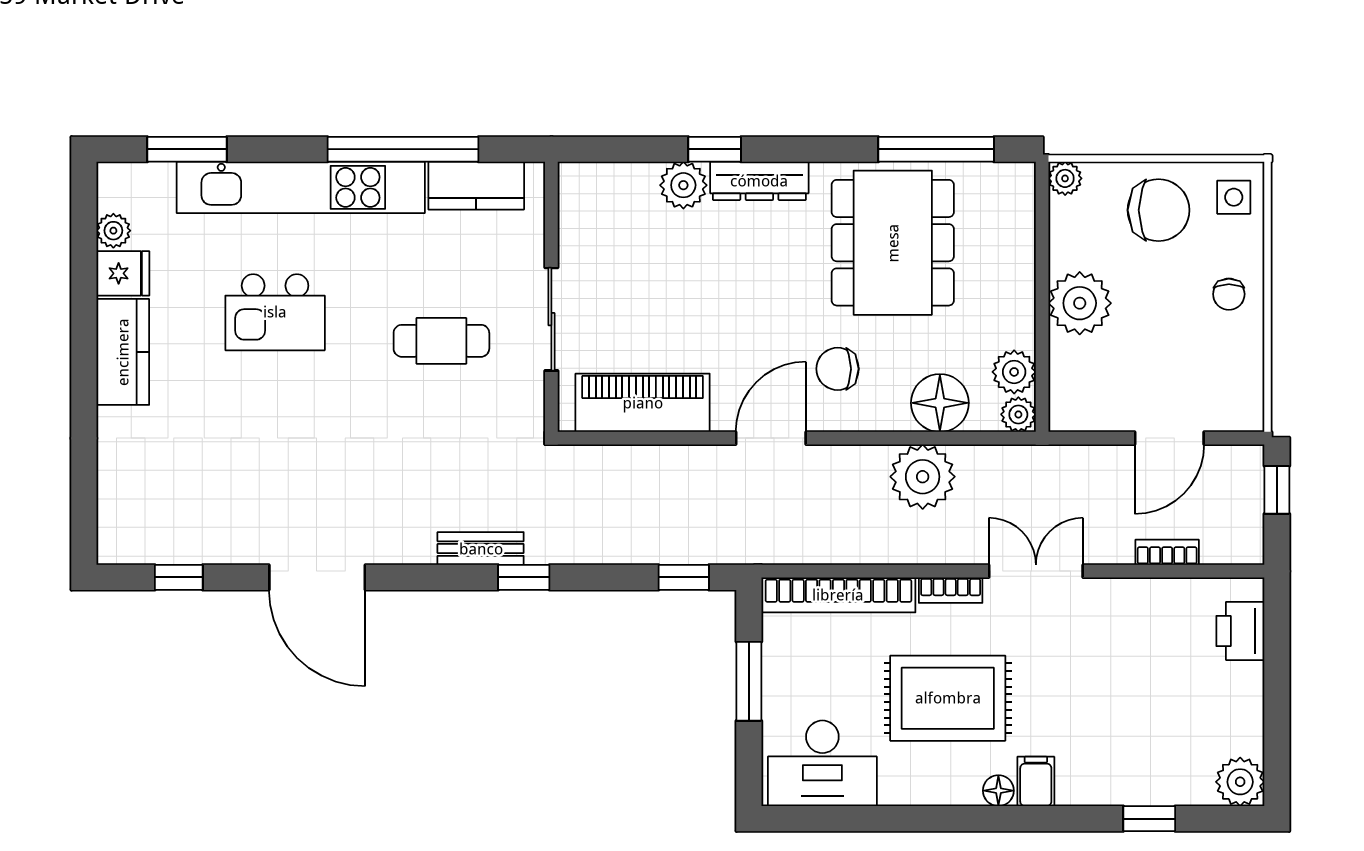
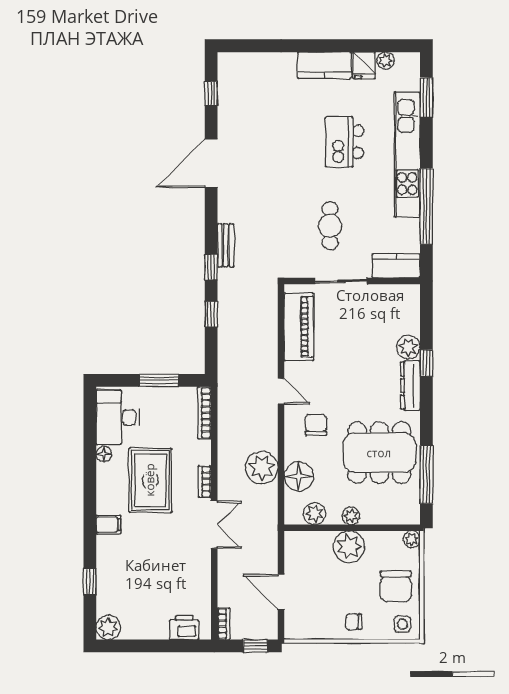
kitchen counter: (476, 186) -> (396, 266), moved, turned 90
plant: (1018, 414) -> (351, 516), moved
door: (771, 438) -> (281, 391), width x0.73
bookcase: (1167, 552) -> (224, 624), moved
window: (684, 577) -> (211, 314), moved
bookcase: (838, 595) -> (204, 413), width x0.68, depth x0.76
floor lamp: (998, 791) -> (104, 454), moved

